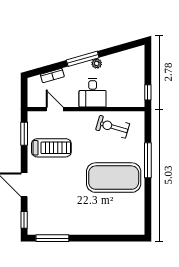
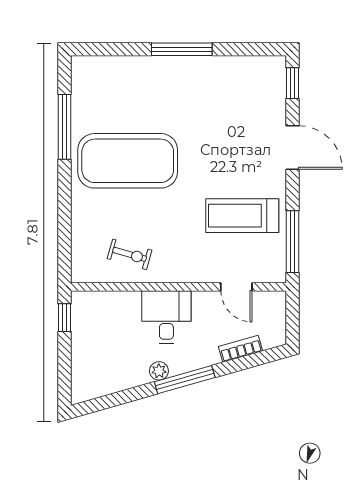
exercise bike: (113, 127) -> (130, 254), width x0.73, depth x0.72
window: (24, 134) -> (292, 242), width x1.44
window: (148, 160) -> (65, 127), moved
window: (52, 238) -> (182, 49), moved

